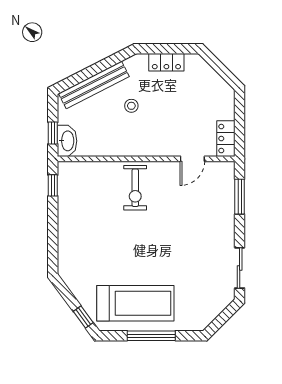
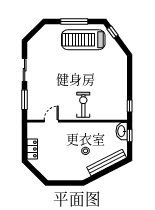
locker: (166, 62) -> (66, 175), removed
locker: (226, 139) -> (32, 149), moved
sliding door: (240, 268) -> (25, 70), moved

